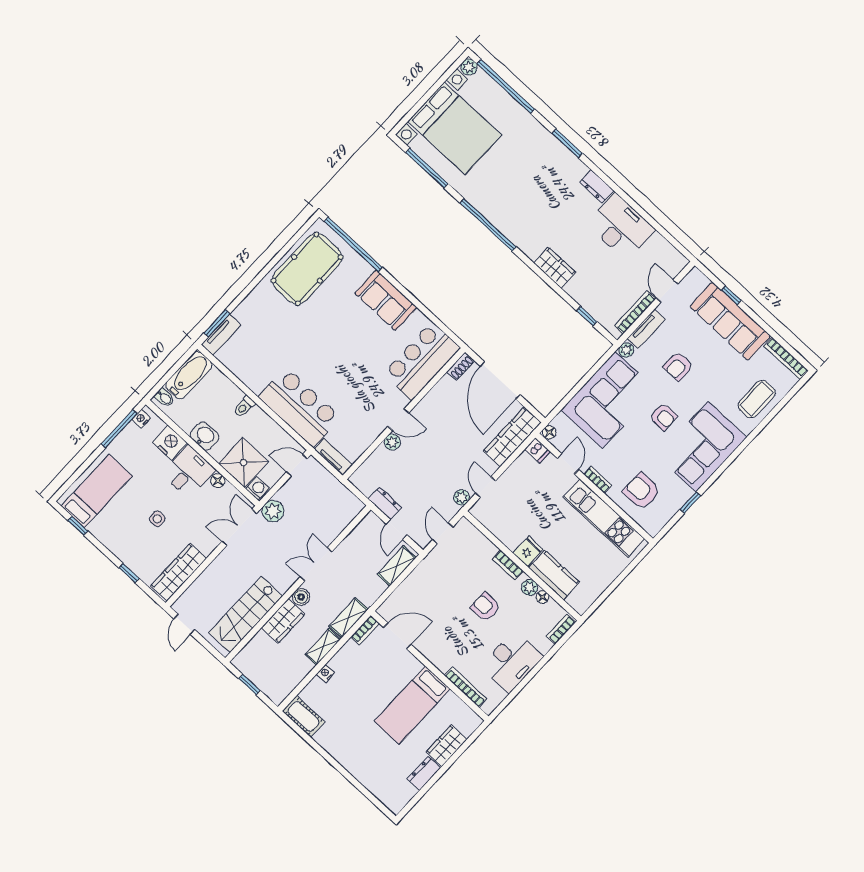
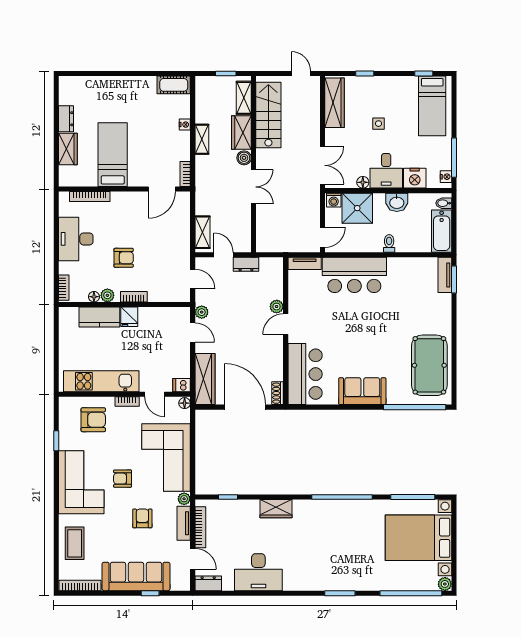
dresser: (597, 186) -> (208, 583), moved
plant: (273, 511) -> (311, 195), removed
shelving: (349, 618) -> (244, 98), moved

